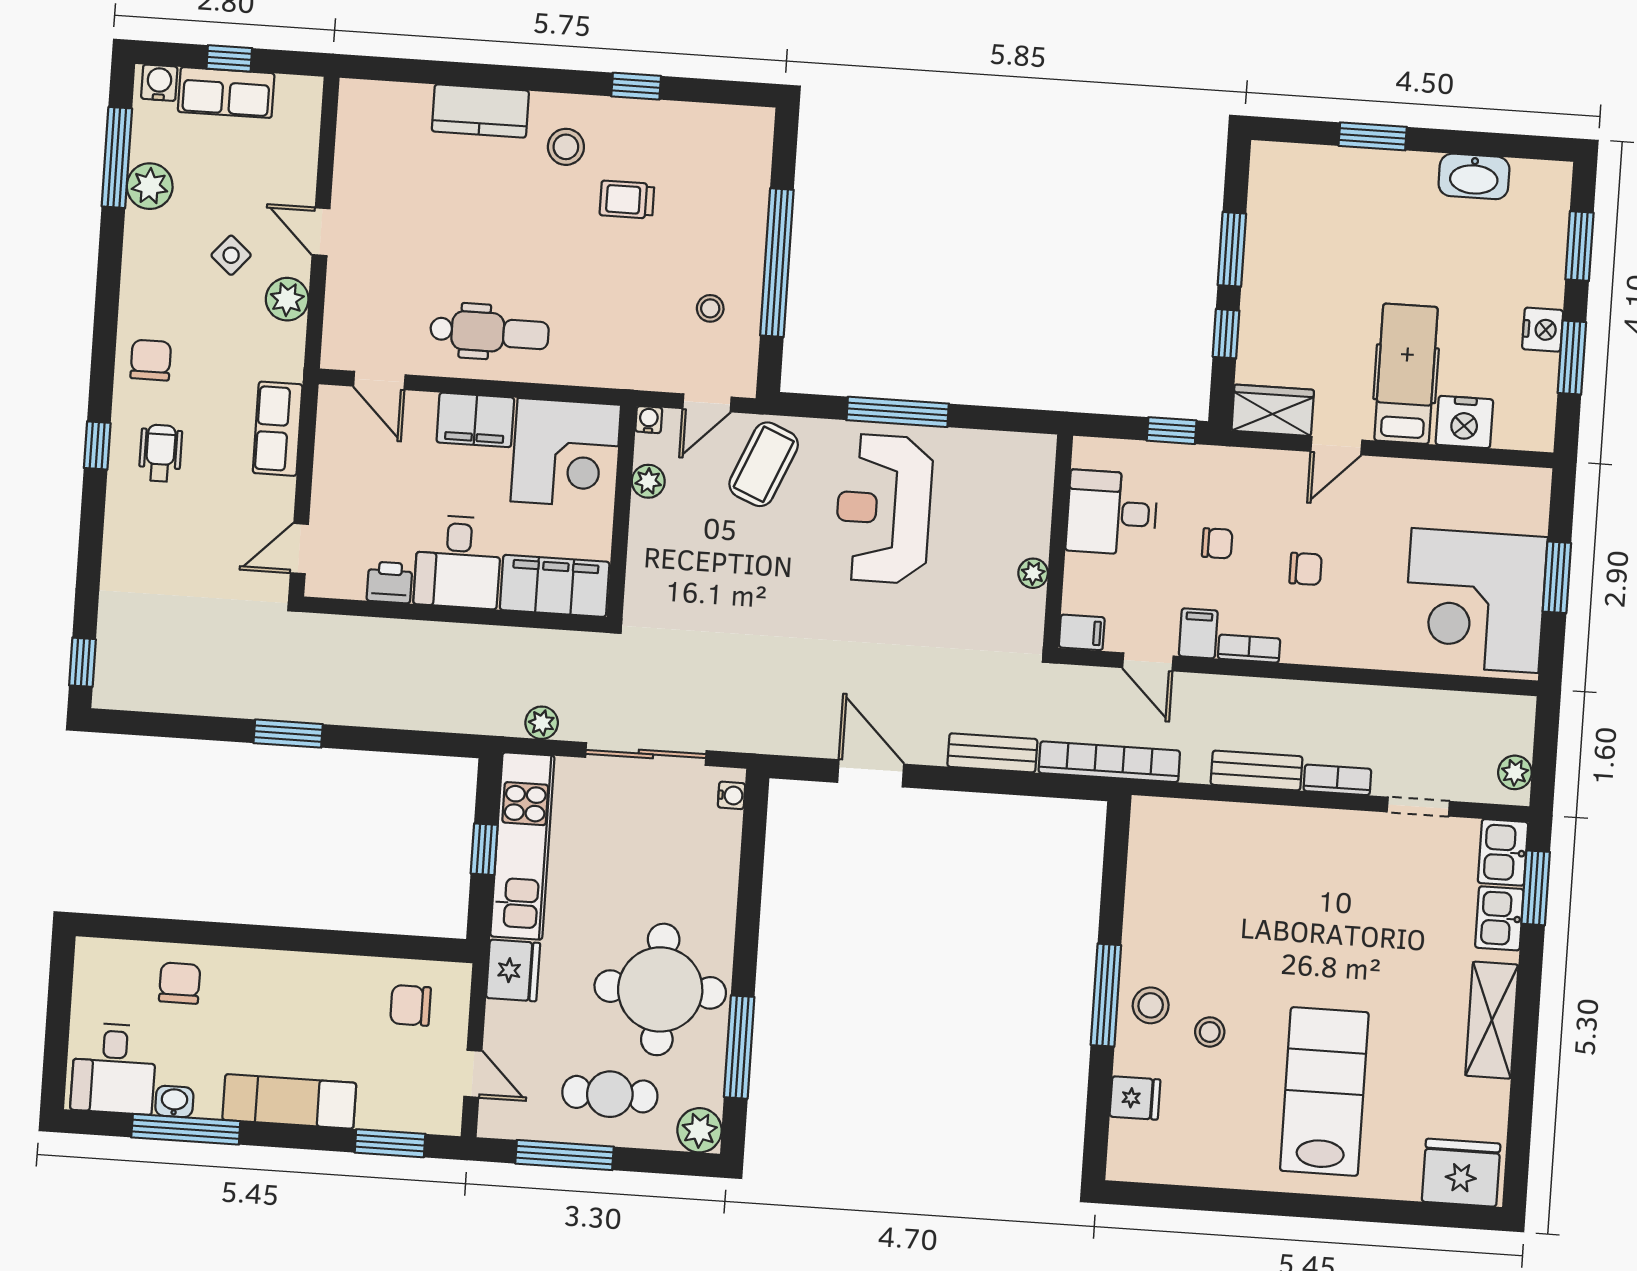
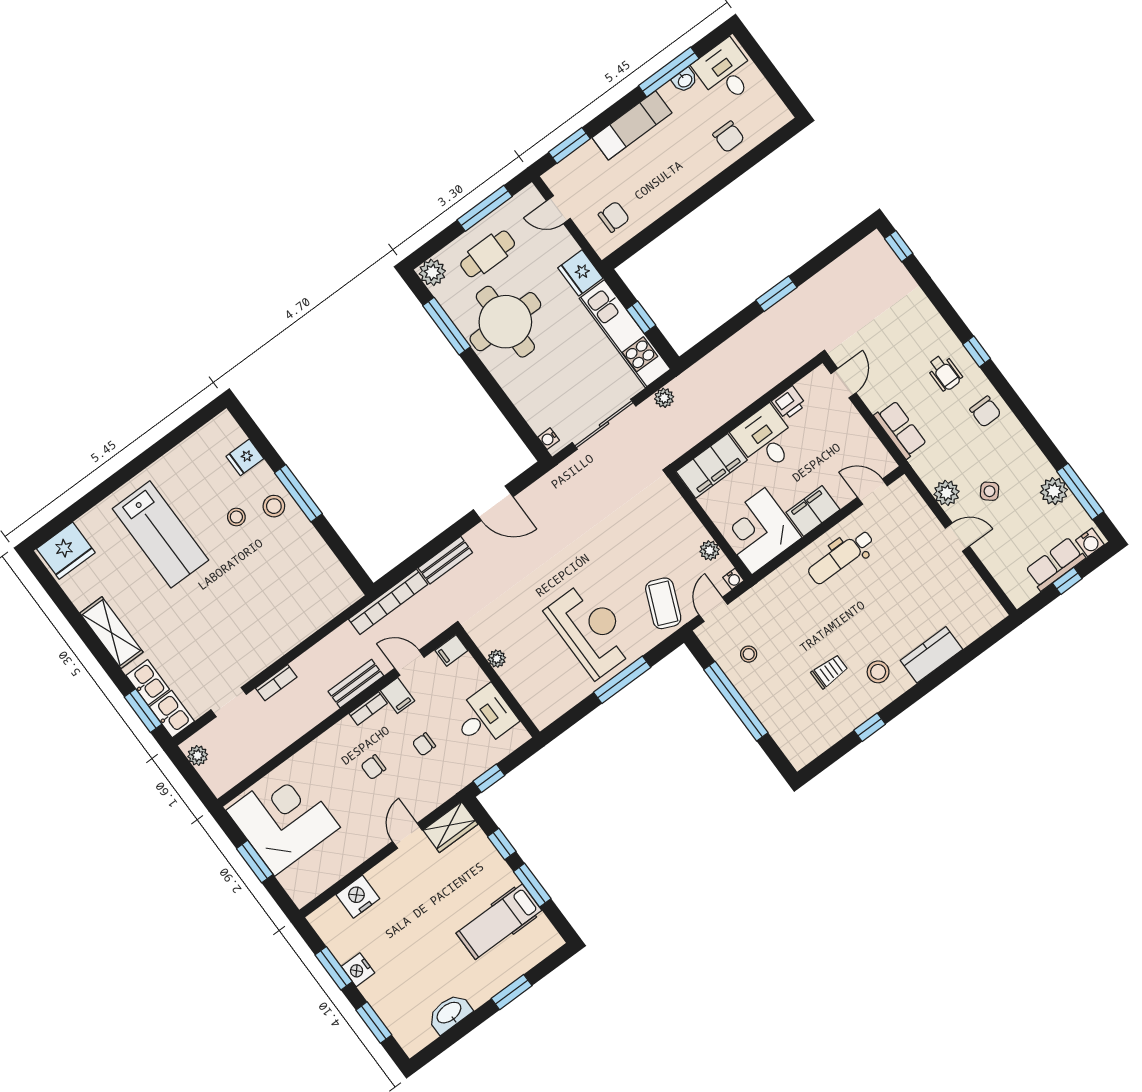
hospital bed: (1406, 374) -> (499, 922), moved, turned 90
bench: (1256, 771) -> (356, 684), moved

